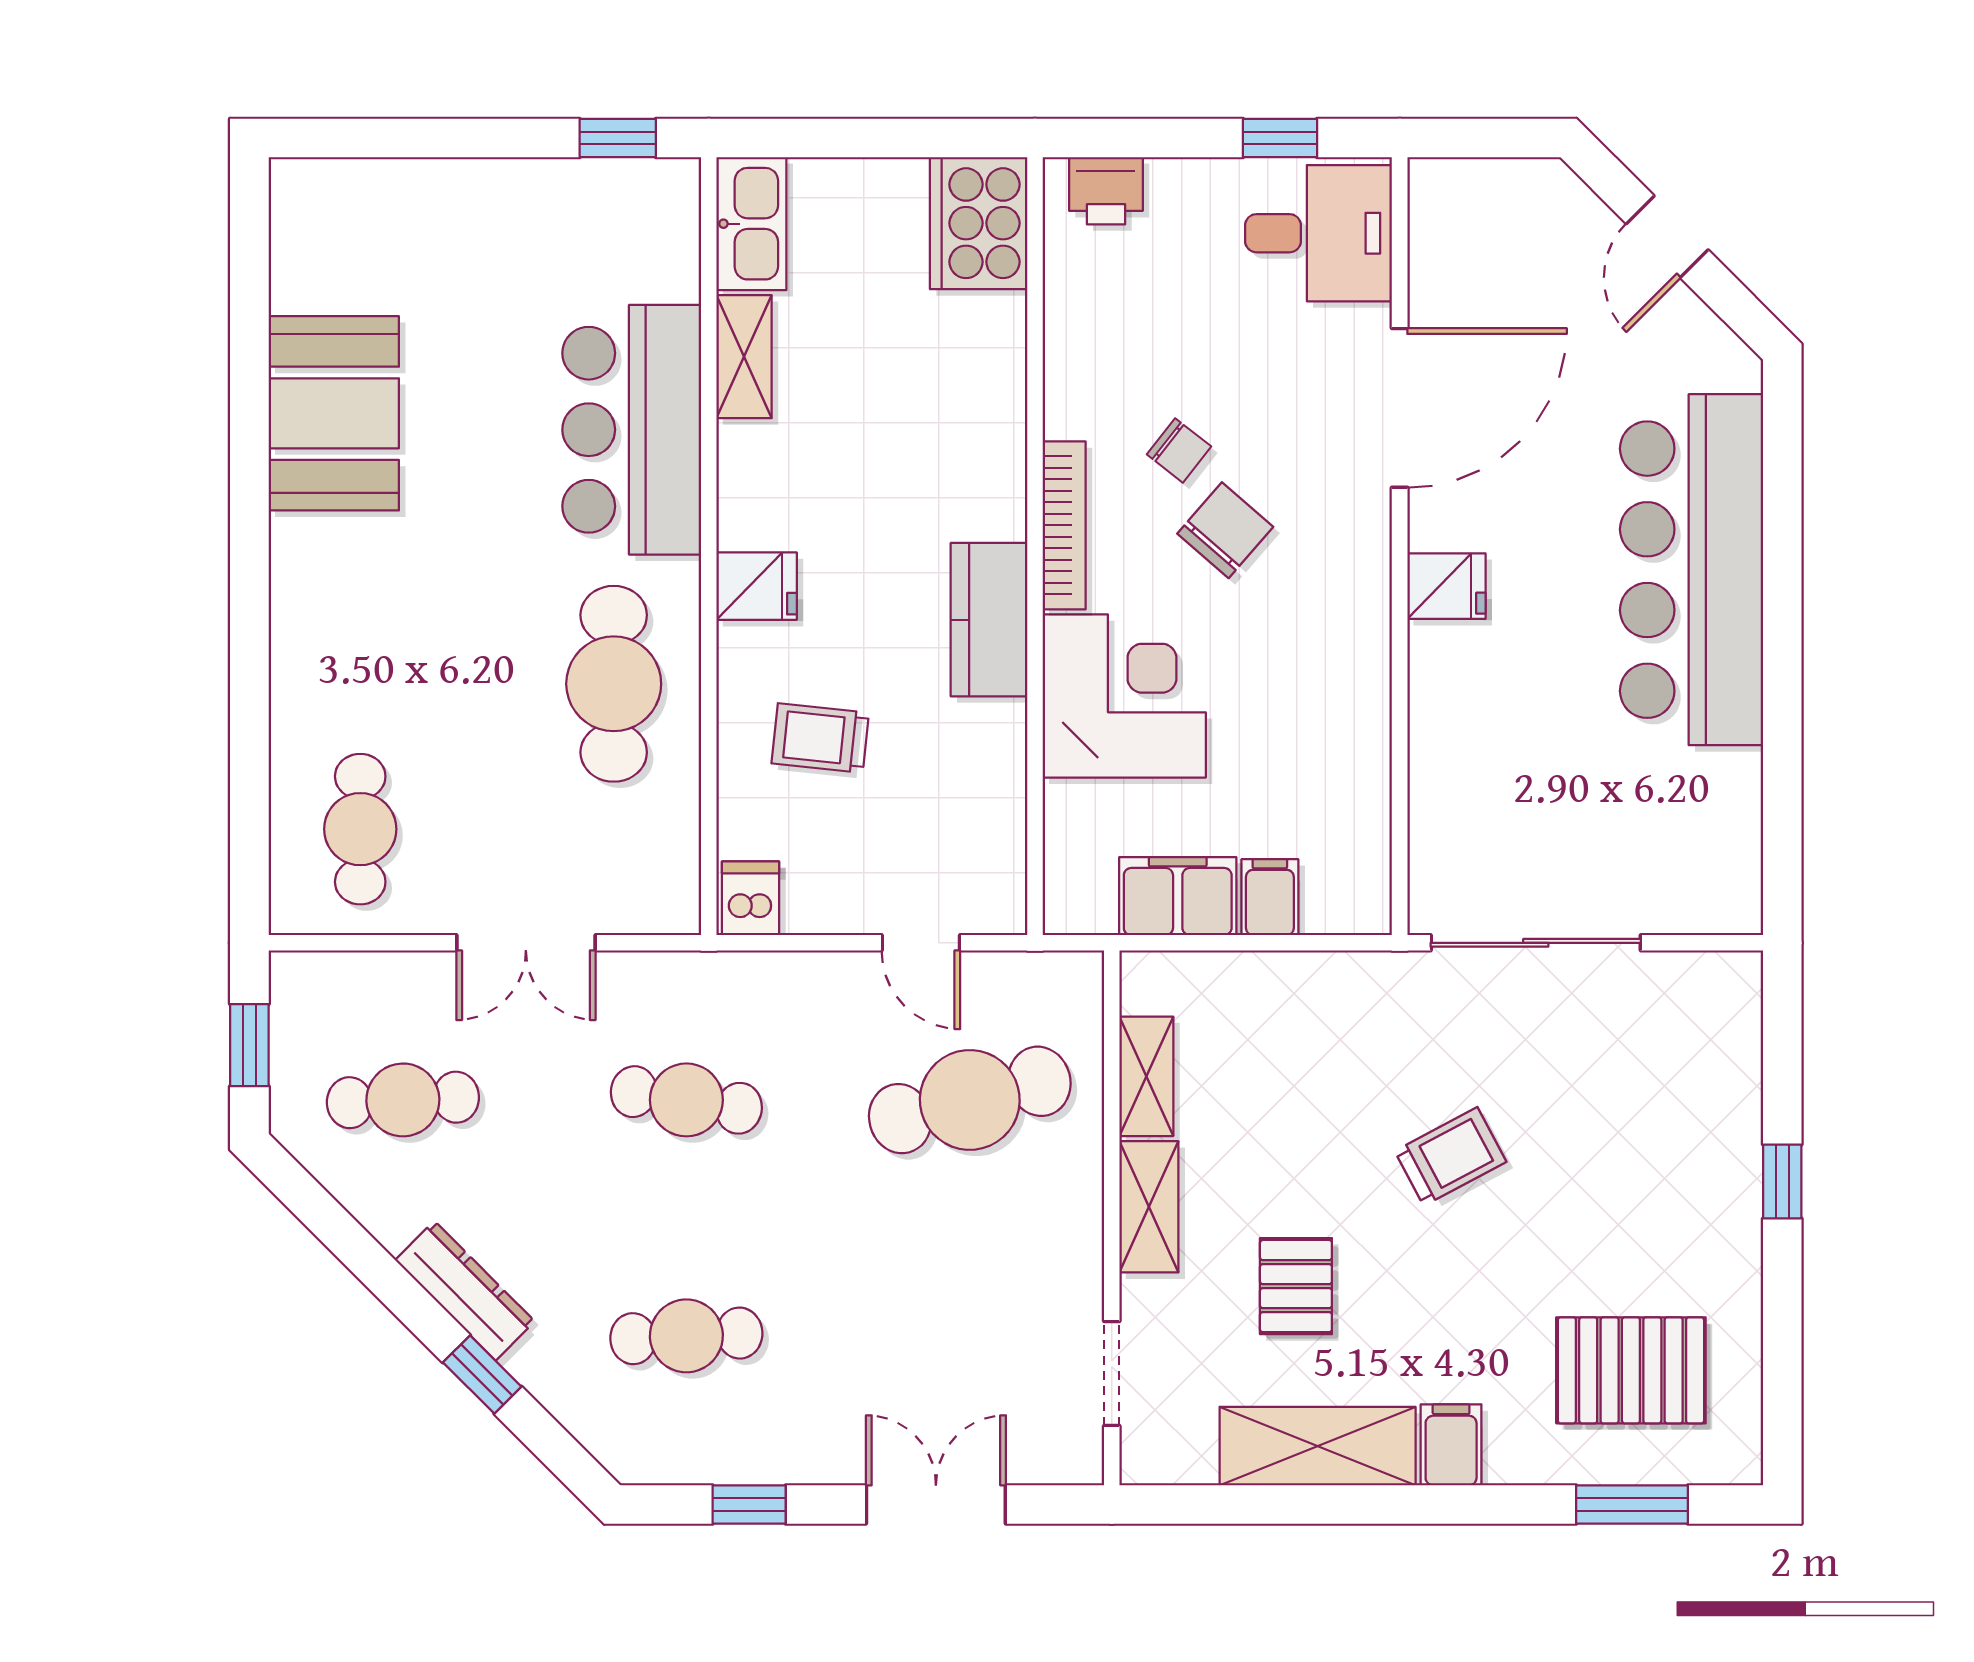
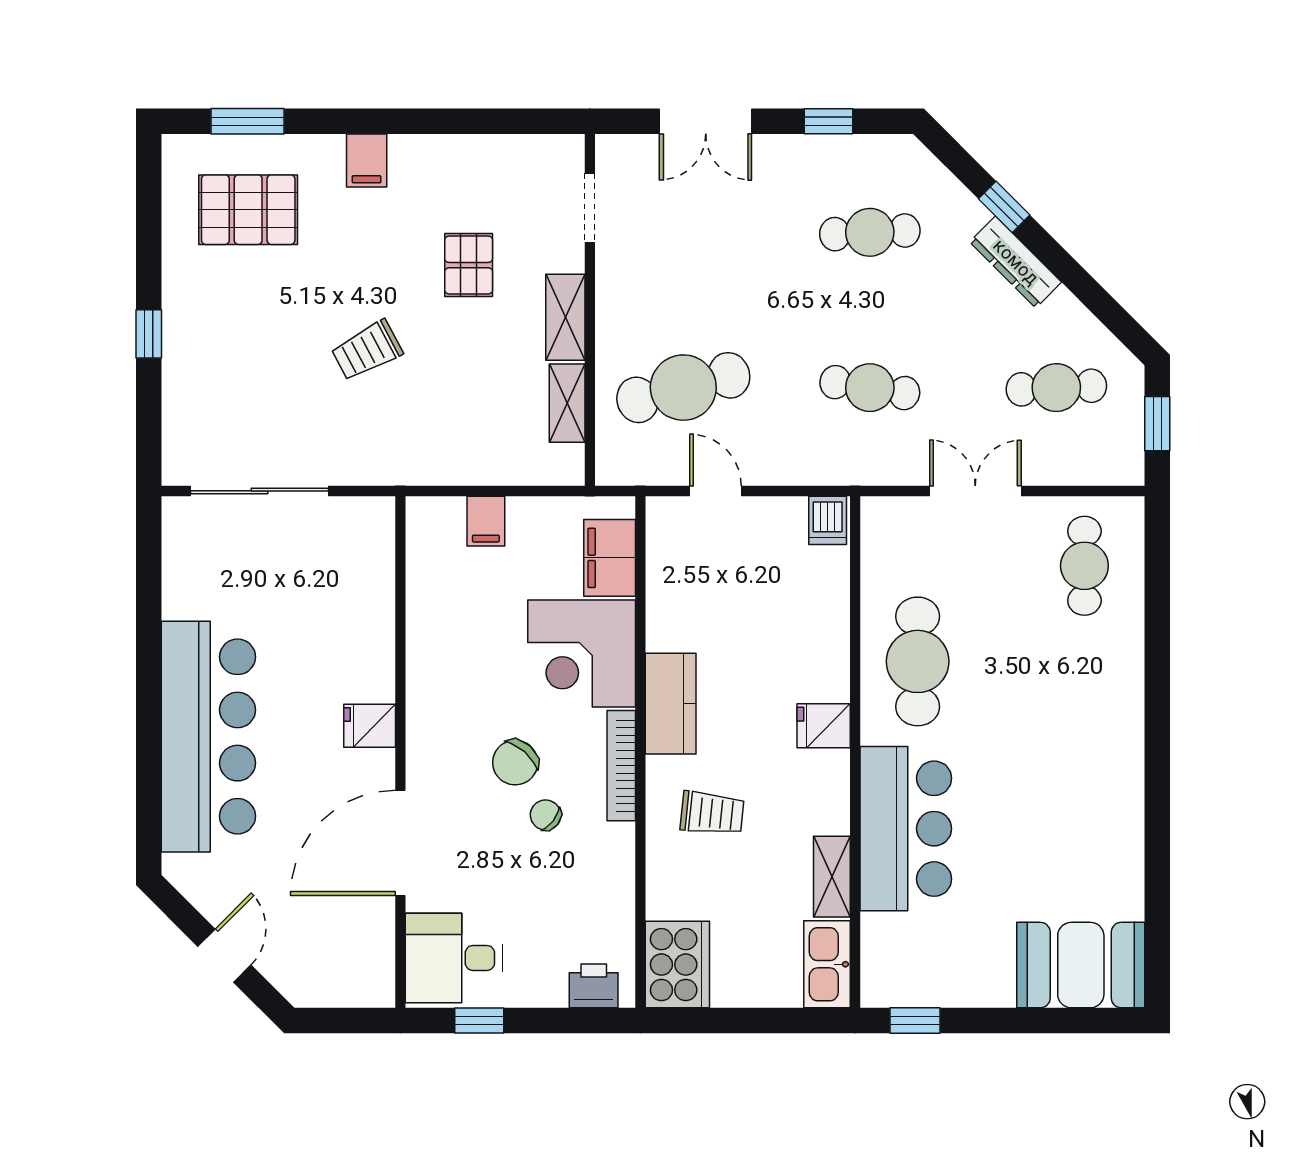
booth: (334, 413) -> (1081, 965), moved, turned 90
trolley: (820, 738) -> (712, 813), moved
filing cabinet: (1178, 896) -> (610, 558), moved, turned 90
sliding door: (1536, 943) -> (260, 491), moved
shelving: (1318, 1446) -> (454, 160), removed

